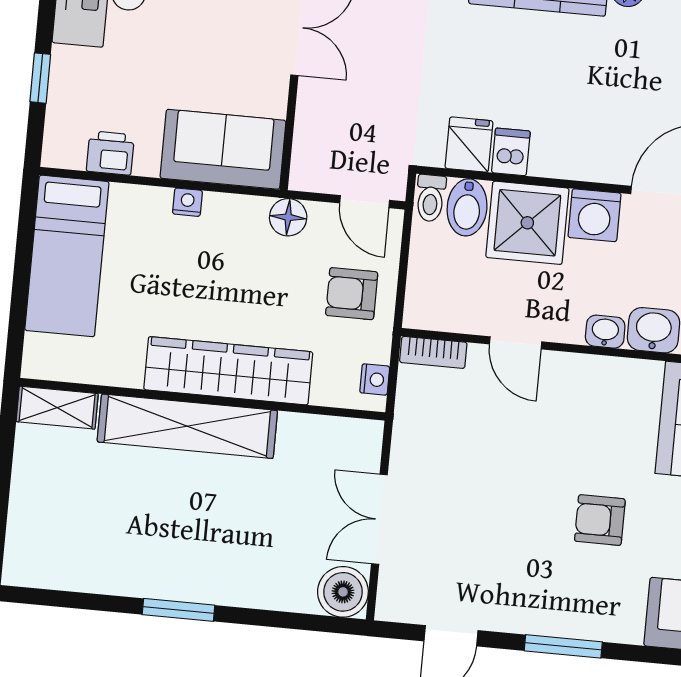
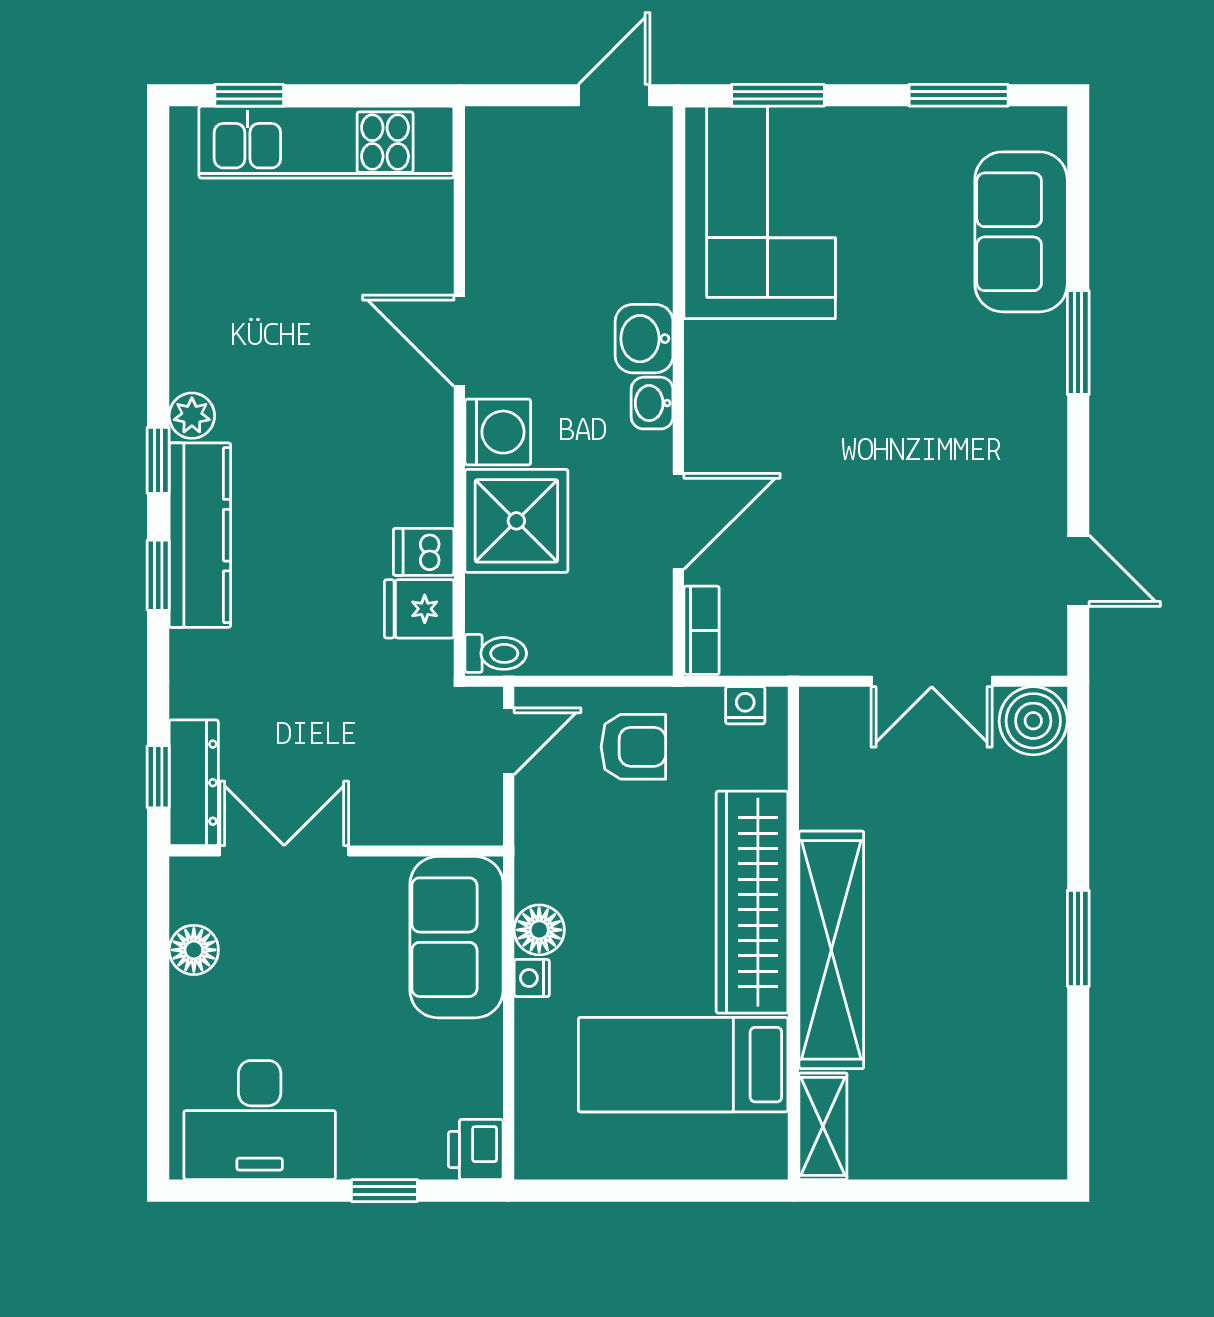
printer: (110, 153) -> (476, 1150), moved
bidet: (467, 207) -> (503, 603), removed
floor lamp: (288, 217) -> (539, 930), moved
bed: (67, 256) -> (683, 1065), moved, turned 180
armchair: (352, 294) -> (633, 747), turned -90
door: (516, 343) -> (678, 521), width x1.38
armchair: (600, 520) -> (905, 386), removed
window: (563, 646) -> (1078, 343), moved

